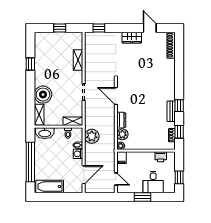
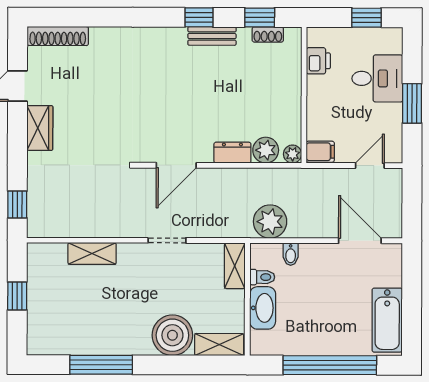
window: (30, 64) -> (101, 365), width x2.17
washbasin: (45, 133) -> (263, 308), moved
washing machine: (78, 154) -> (311, 254), removed

